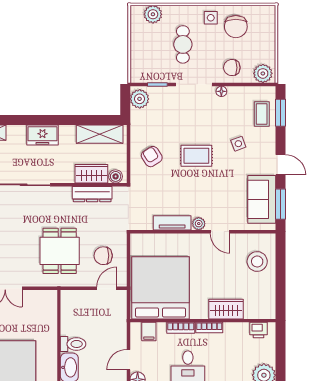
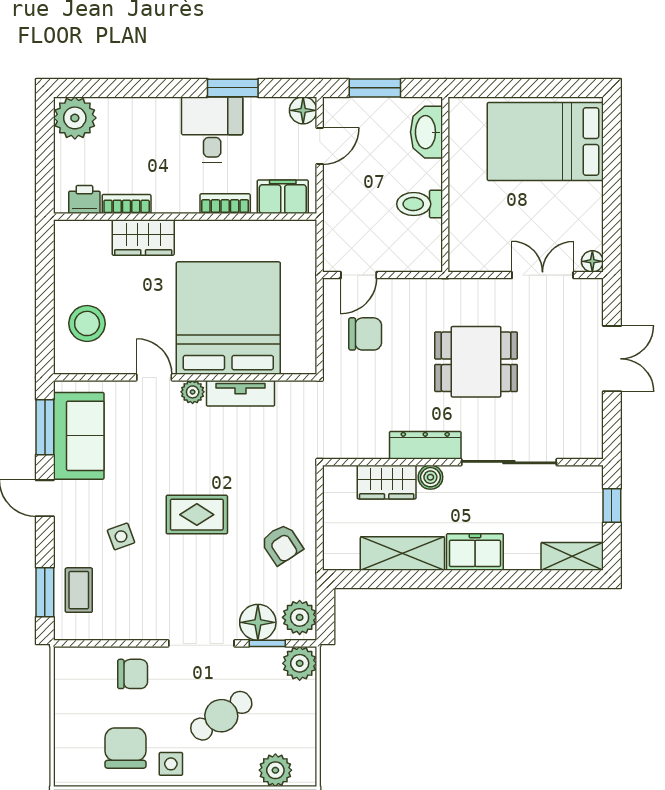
cafe table: (183, 44) -> (221, 716), turned 56
plant: (263, 73) -> (300, 663), moved
floor lamp: (221, 91) -> (258, 622), moved, width x1.89, depth x1.89
shelving: (100, 134) -> (402, 554), moved
armchair: (152, 157) -> (282, 544), moved
boiler: (116, 176) -> (430, 477), moved
dresser: (92, 194) -> (425, 445), moved
dining table: (60, 251) -> (476, 362), moved, turned 90
bed: (161, 288) -> (228, 318), moved, turned 180
bookcase: (209, 328) -> (127, 204), moved
filing cabinet: (149, 332) -> (283, 197), width x2.00
toilet: (73, 344) -> (420, 204), moved

